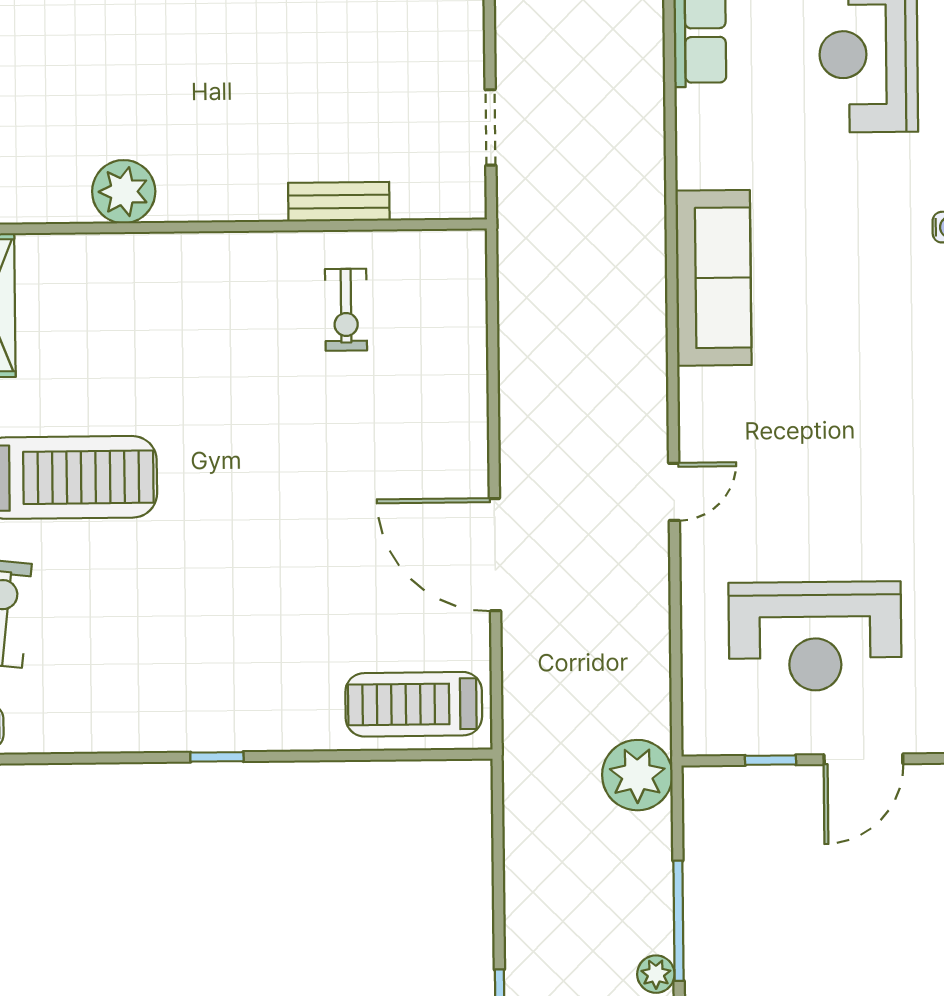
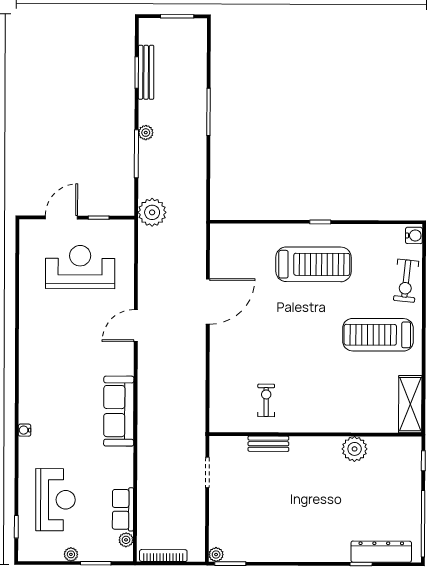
door: (674, 492) -> (136, 326), width x1.38
door: (495, 555) -> (208, 301), hinge flipped
treadmill: (414, 704) -> (314, 264), moved, width x1.37, depth x1.38

